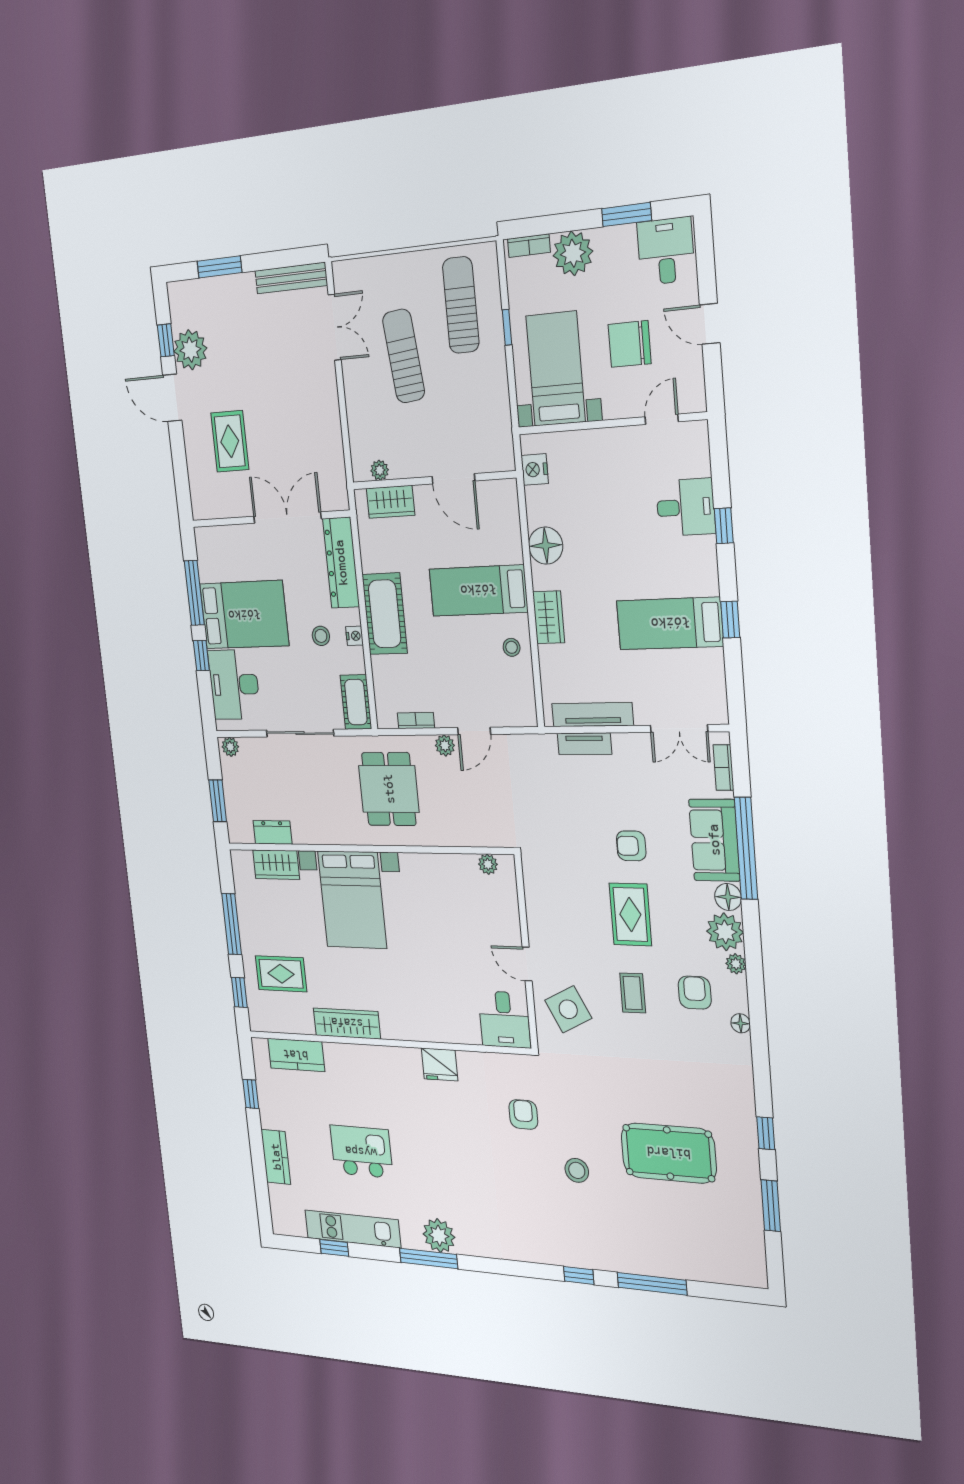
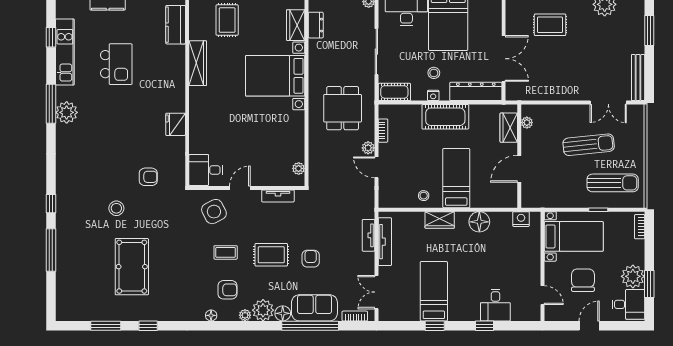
plant: (573, 253) -> (633, 276), moved
dining table: (389, 789) -> (343, 108), turned 90
tv unit: (534, 900) -> (278, 196), added

